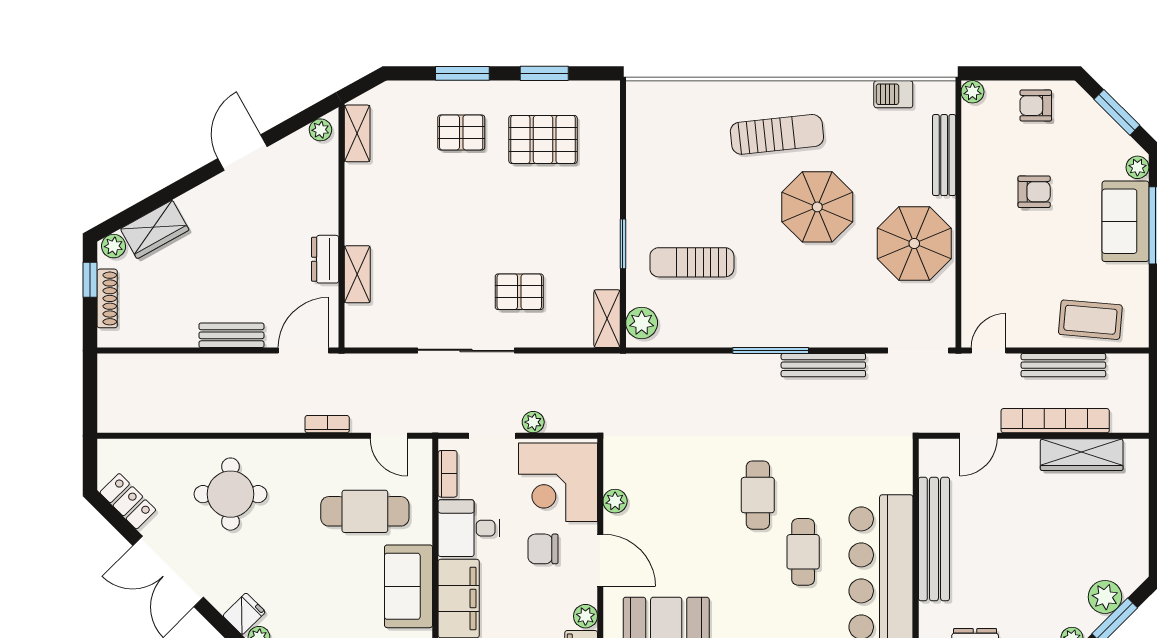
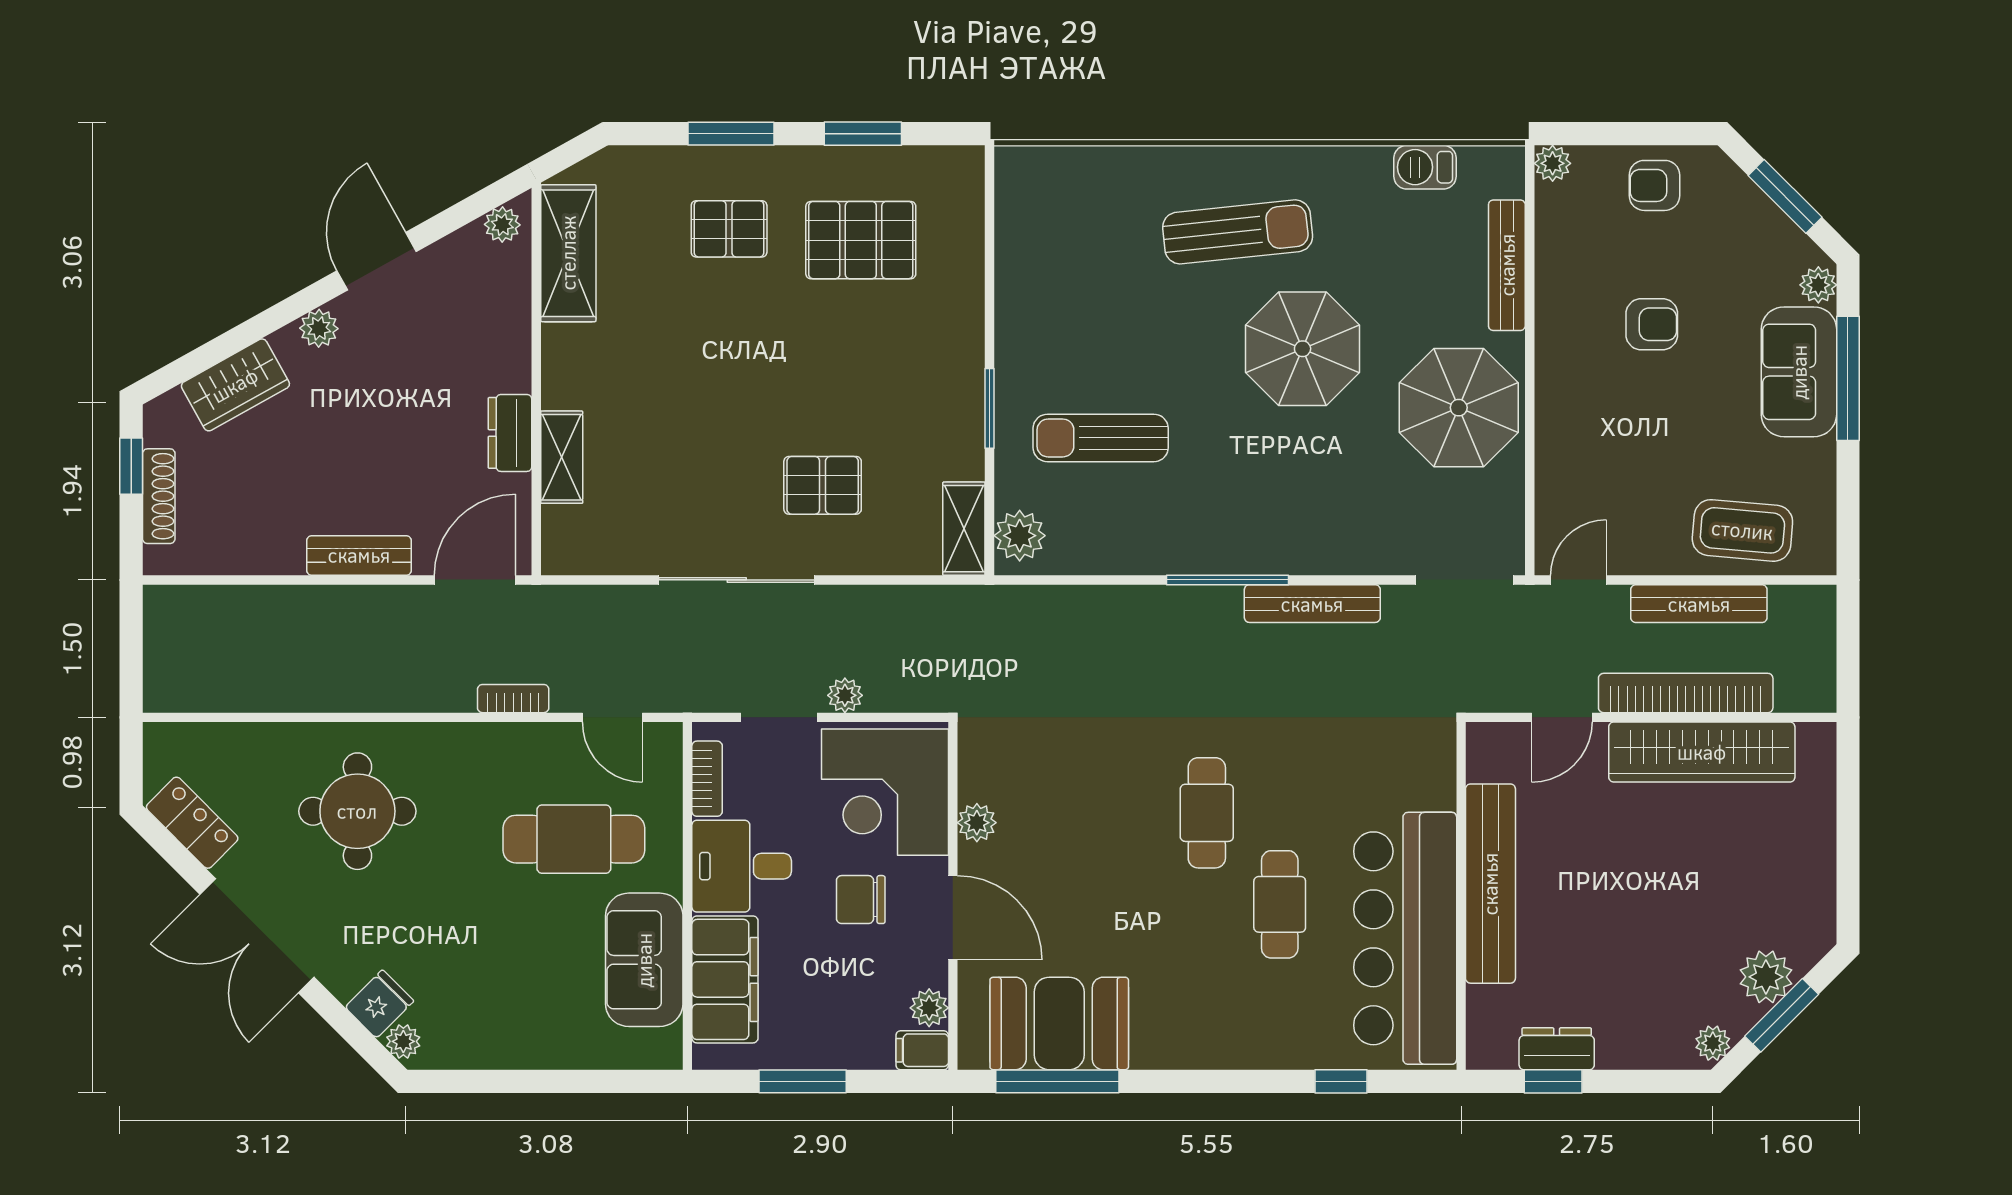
shelving: (357, 133) -> (568, 253), width x1.50, depth x1.33
plant: (114, 246) -> (319, 328), moved
wardrobe: (1082, 455) -> (1702, 752), width x1.40, depth x1.17

